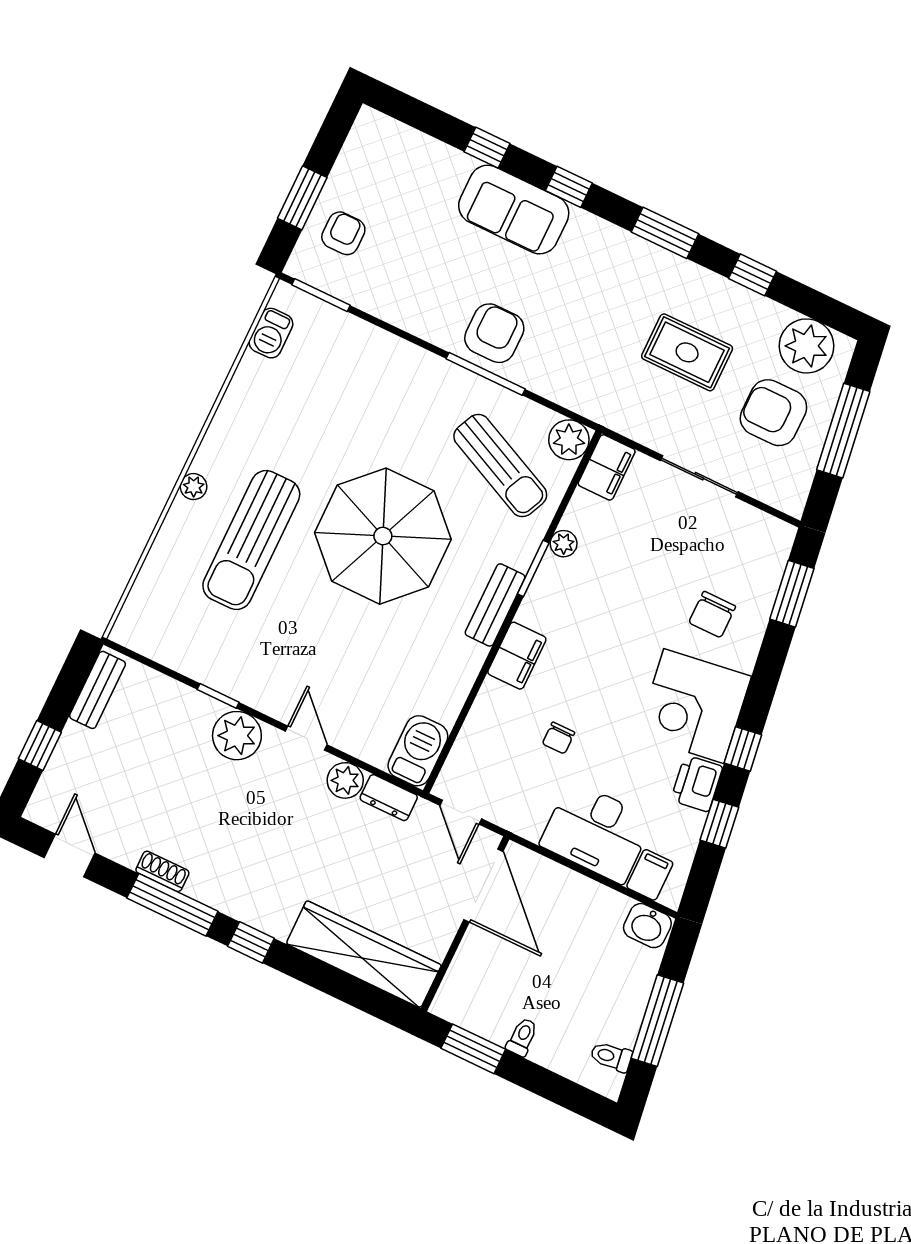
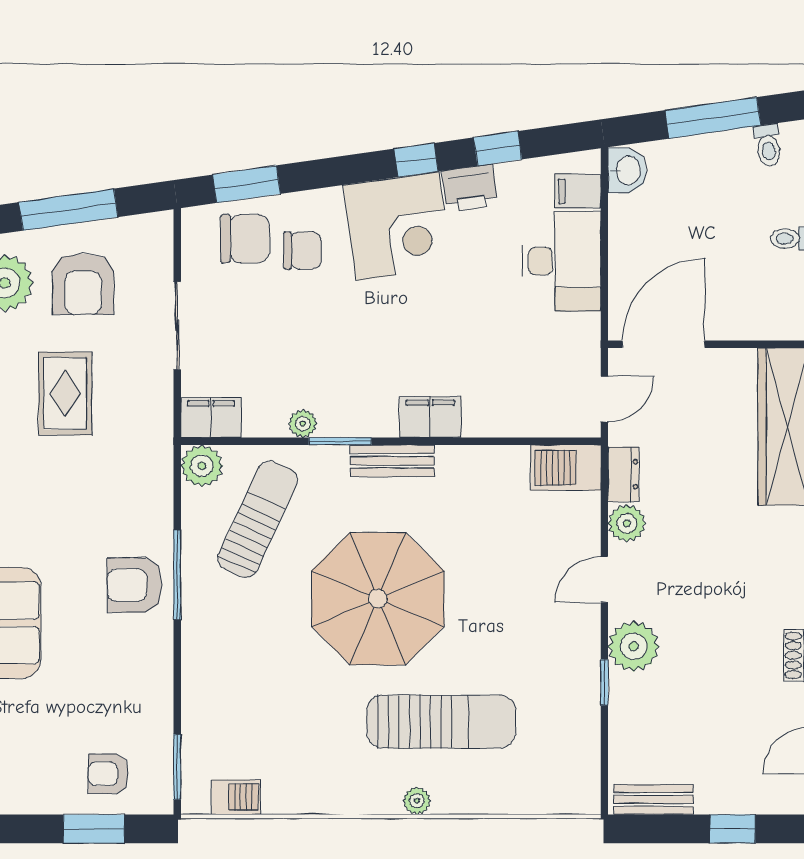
chair: (558, 738) -> (245, 239), moved, width x1.87, depth x1.87

